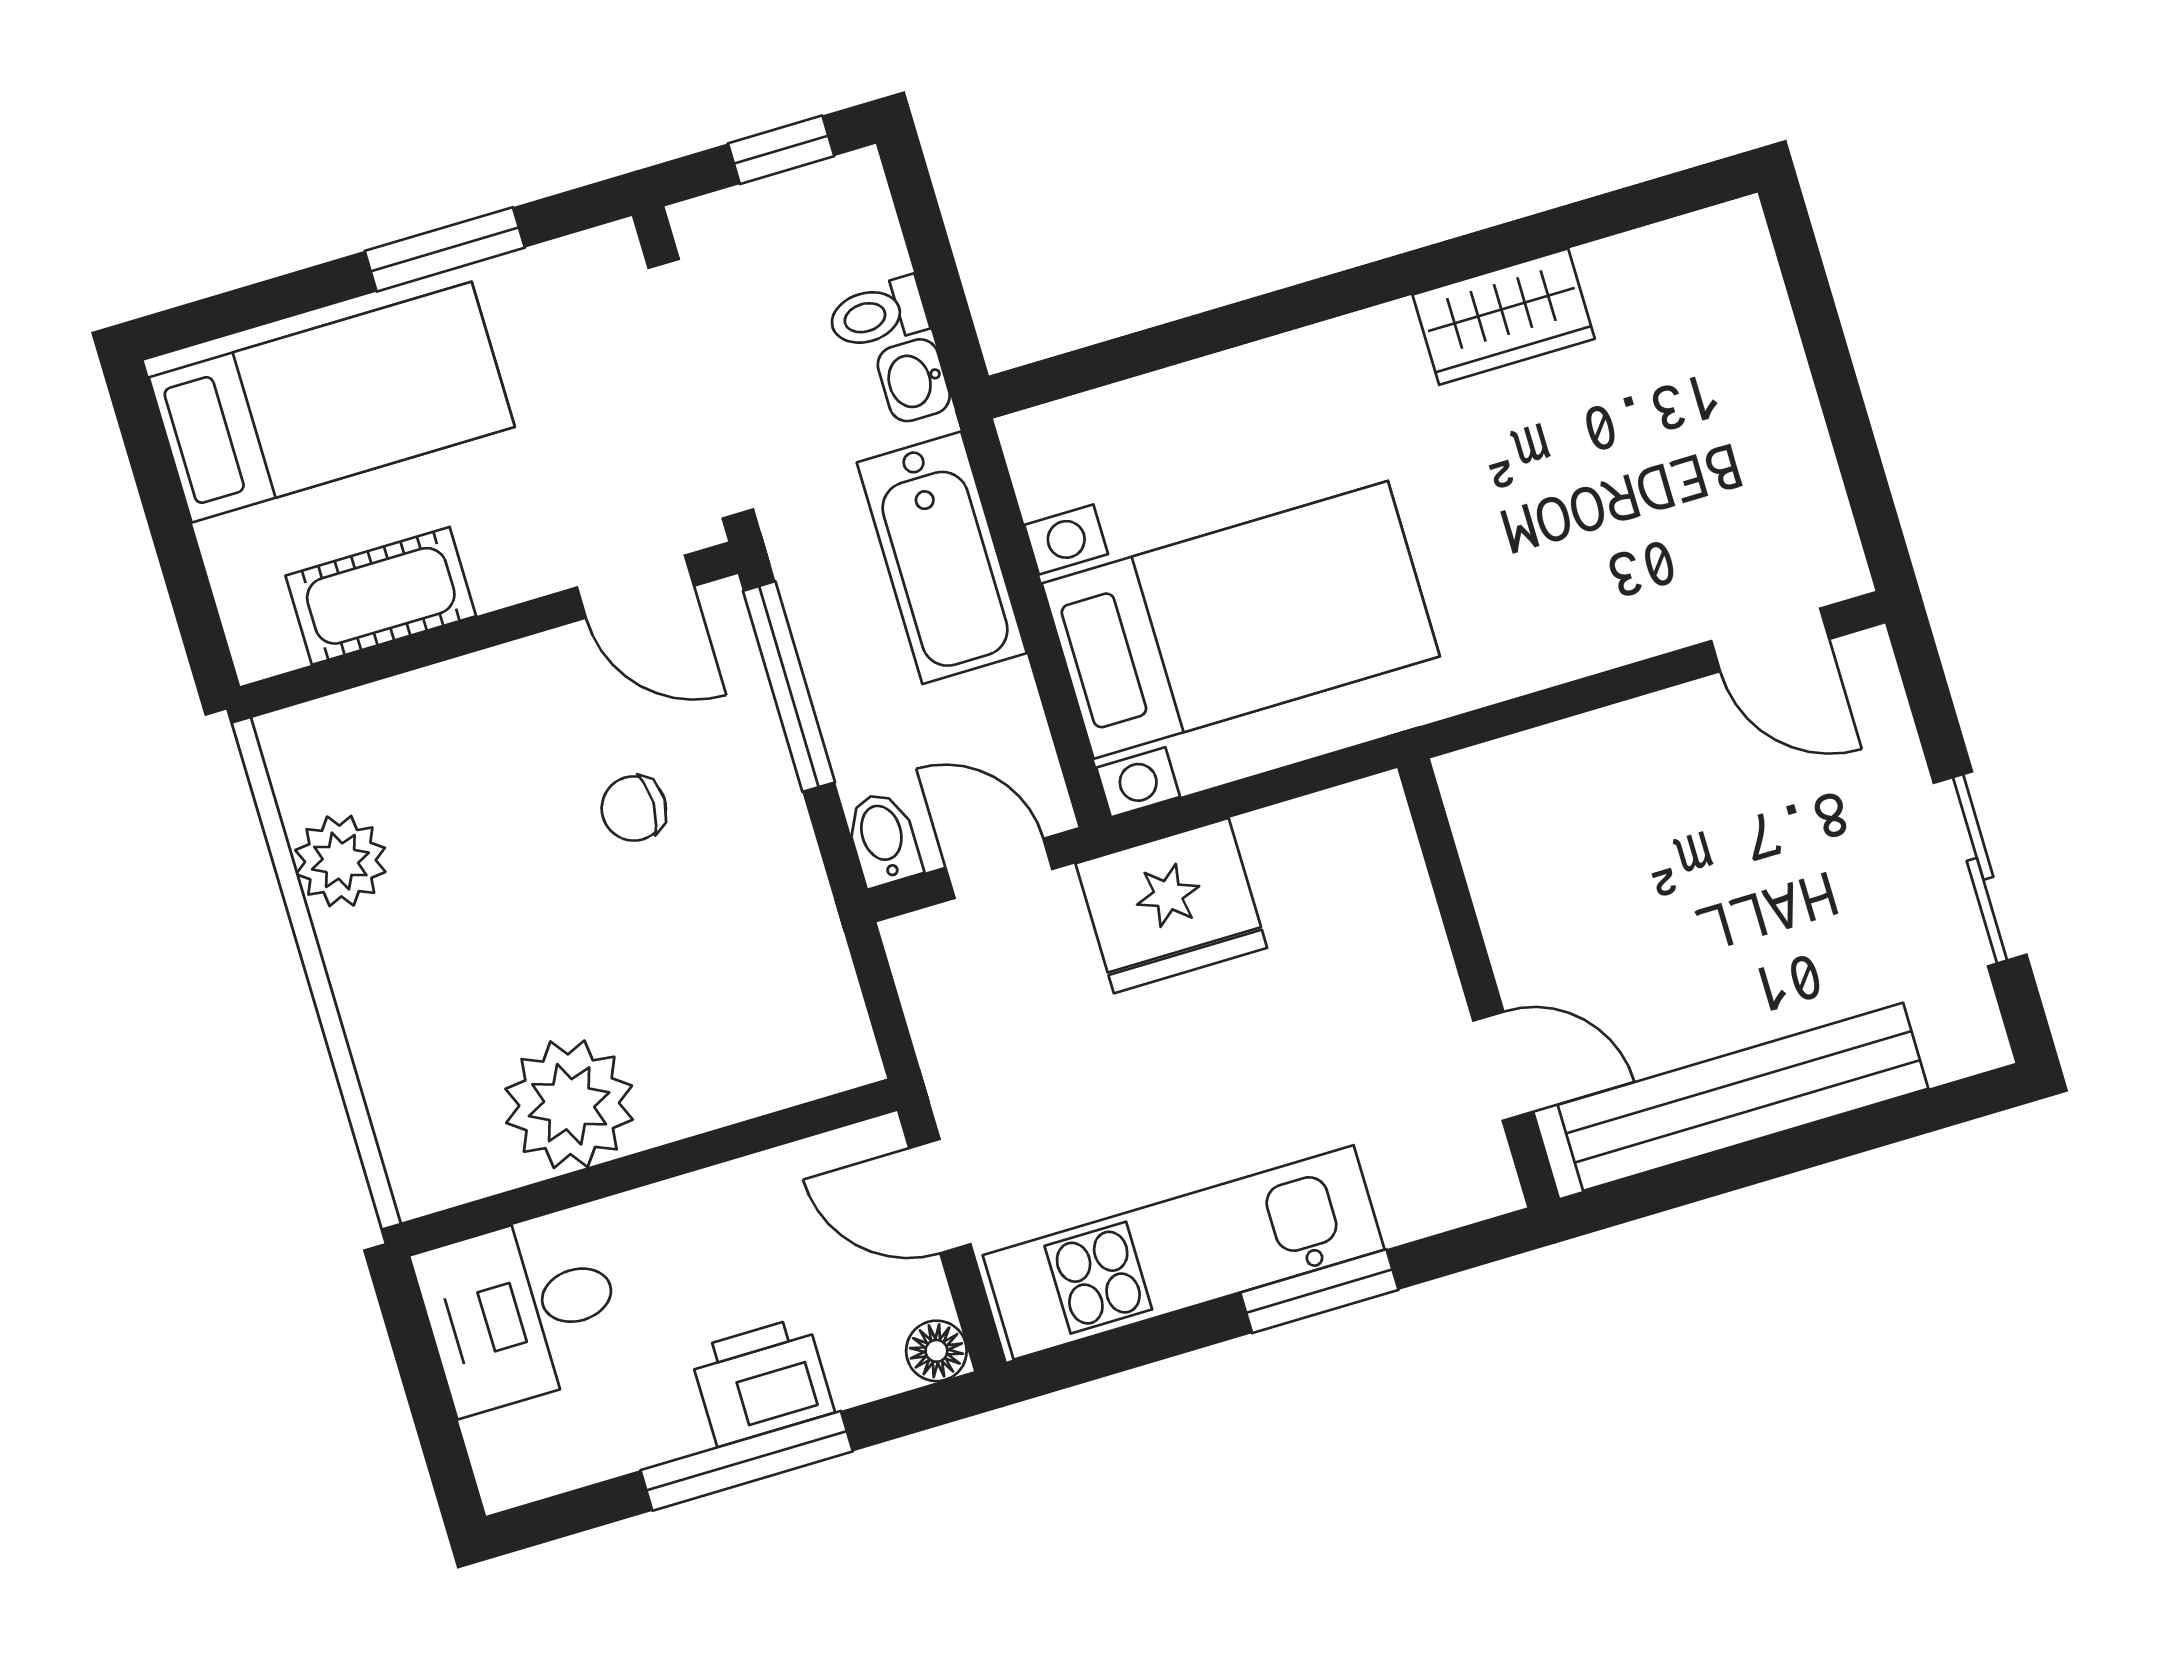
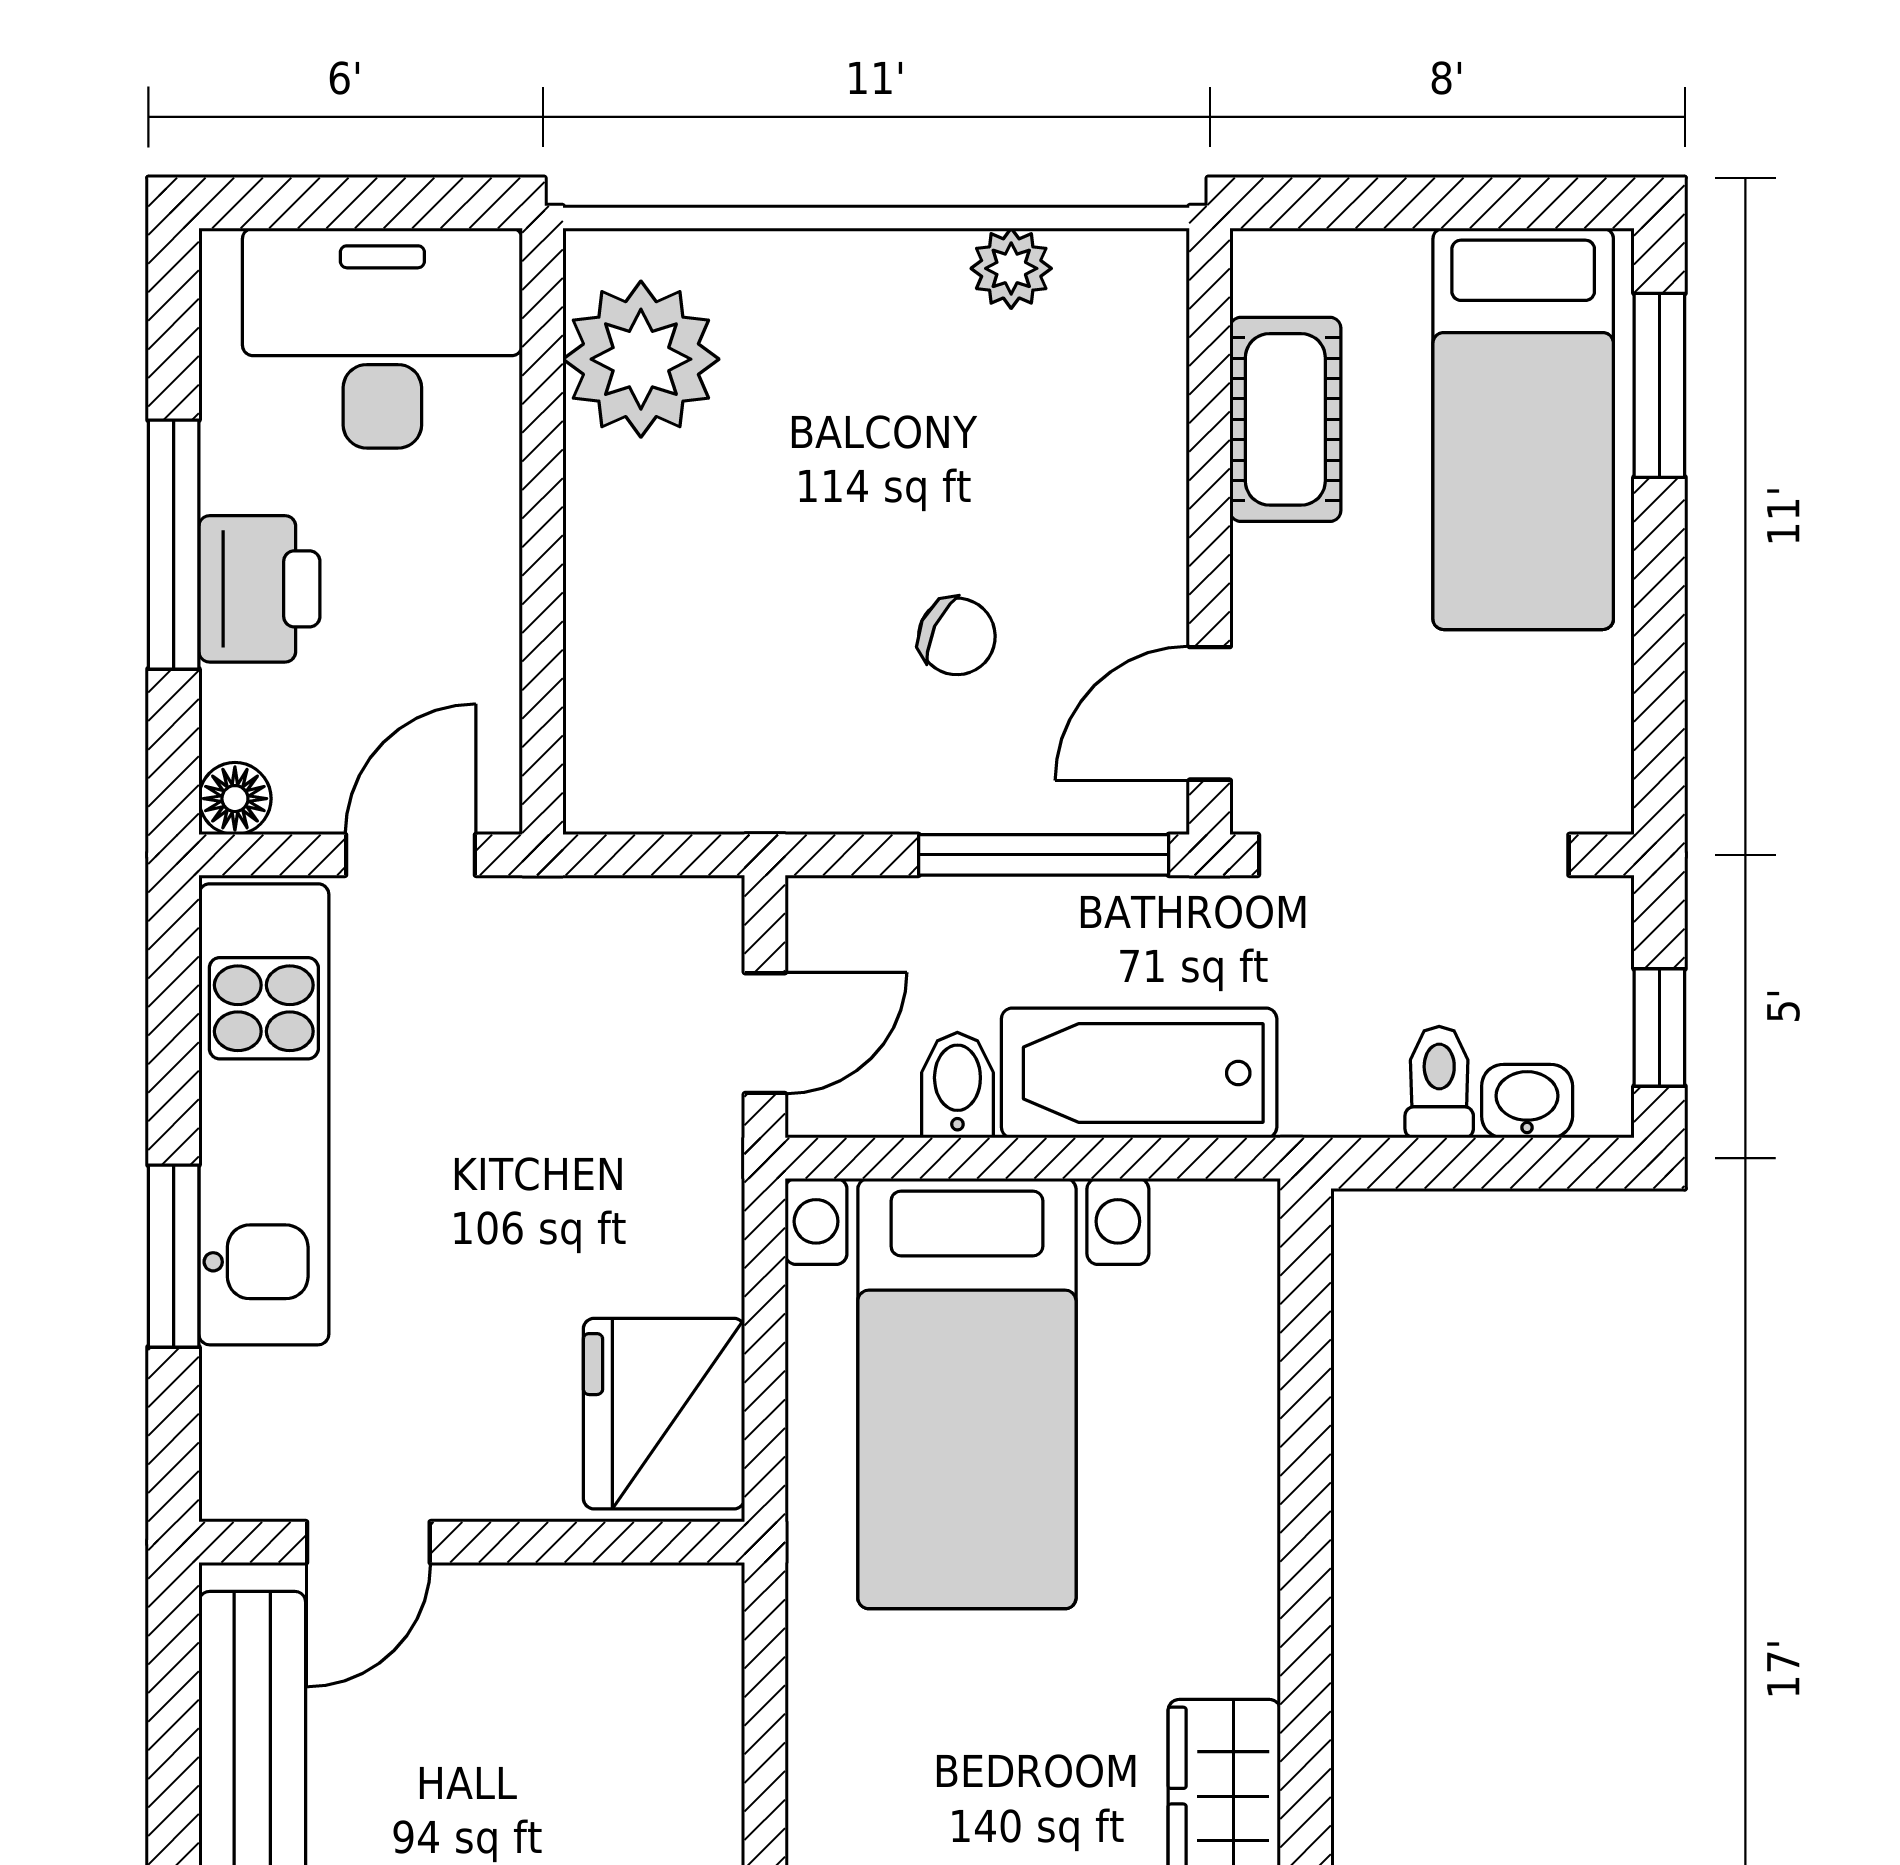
window: (445, 249) -> (1659, 385), moved
washbasin: (914, 380) -> (1527, 1101), moved
chair: (634, 808) -> (957, 636), turned 115
bidet: (883, 839) -> (957, 1085), moved, turned -90
plant: (340, 861) -> (1011, 268), width x0.73, depth x0.73
fridge: (1171, 906) -> (664, 1414), moved
plant: (569, 1104) -> (641, 359), moved
desk: (522, 1311) -> (382, 338), width x1.37

